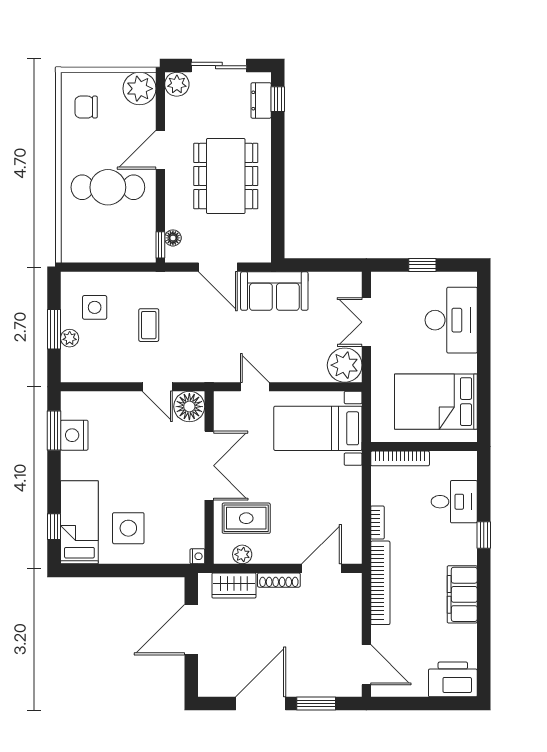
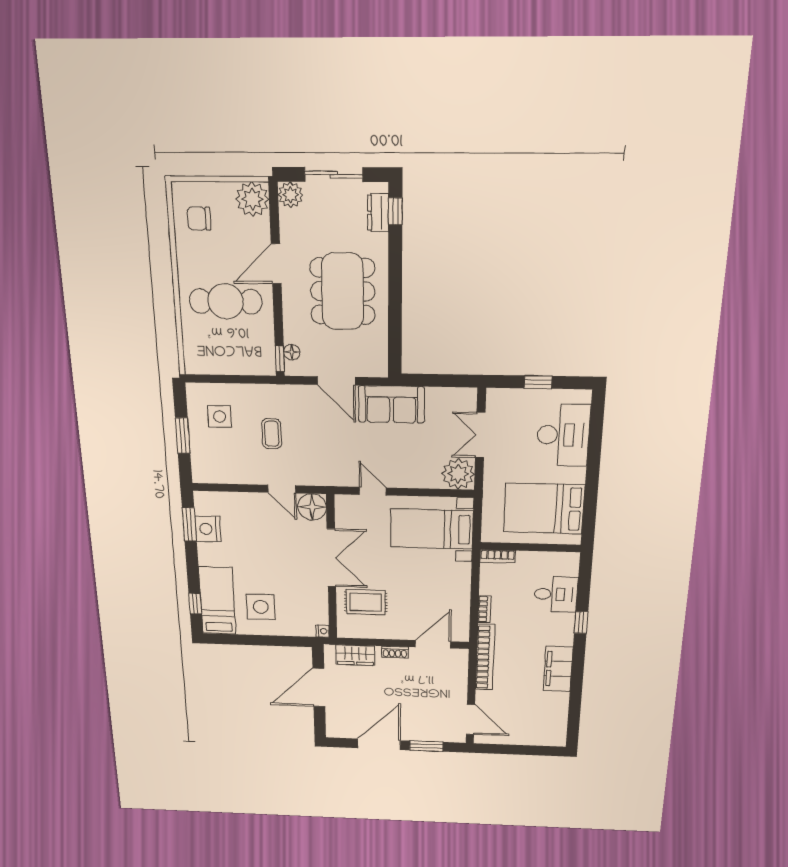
plant: (70, 338) -> (198, 444), removed
bookcase: (400, 458) -> (498, 556), width x0.64
plant: (242, 554) -> (362, 631), removed
shoe rack: (279, 580) -> (395, 652), width x0.70
printer: (453, 679) -> (545, 733), removed

